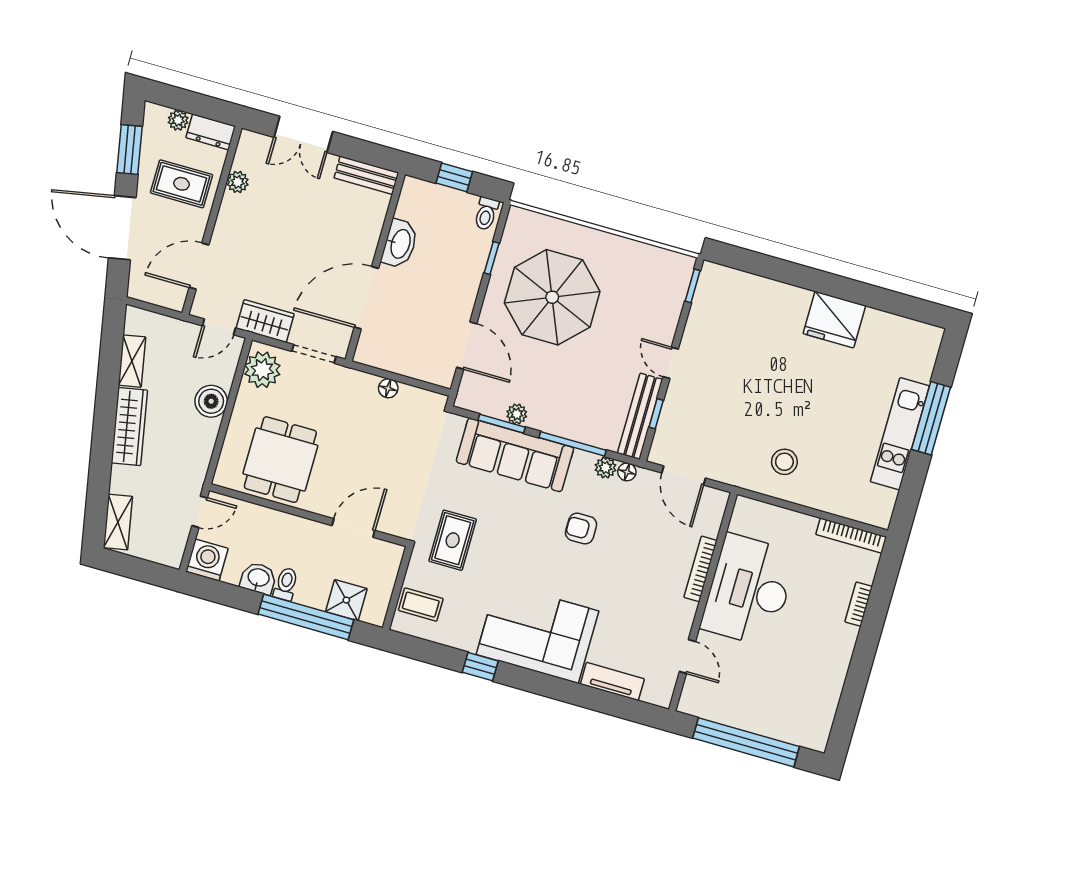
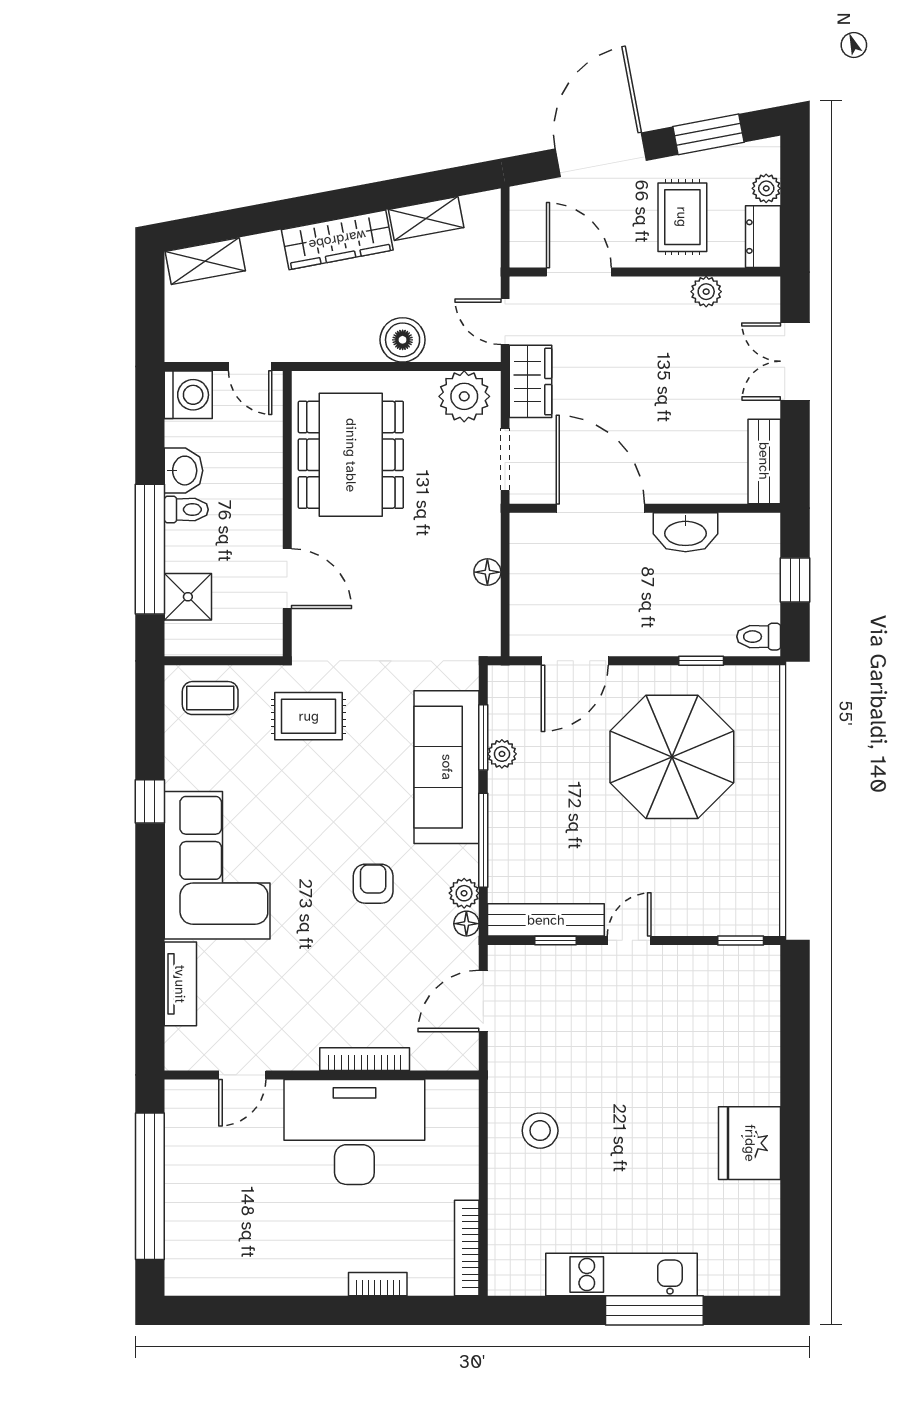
dining table: (280, 460) -> (351, 455), width x1.38
coffee table: (421, 605) -> (210, 698), turned 90

